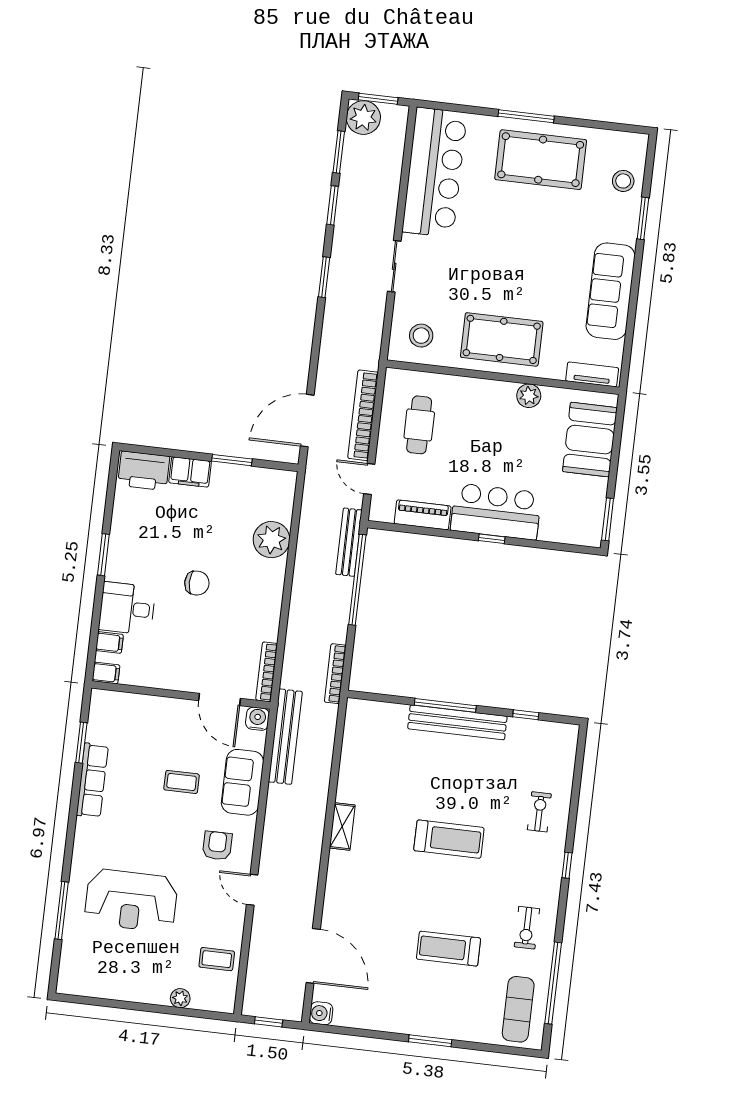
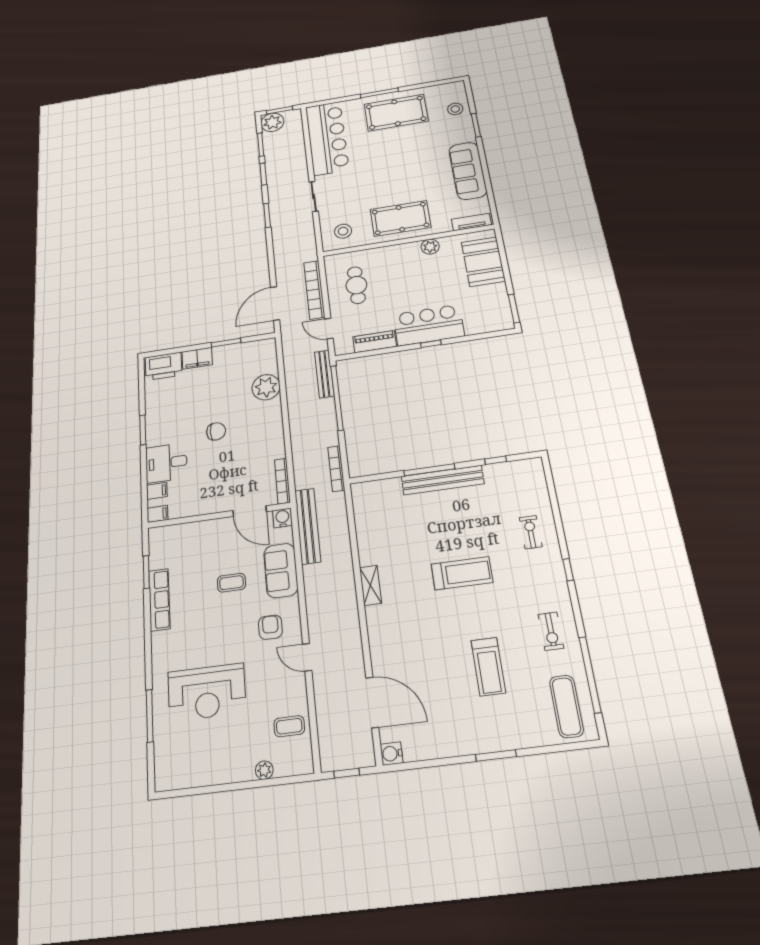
treadmill: (449, 949) -> (488, 667), turned -90

